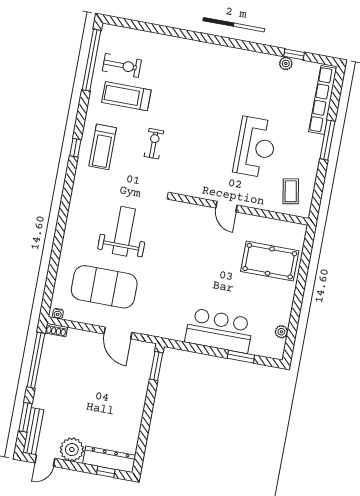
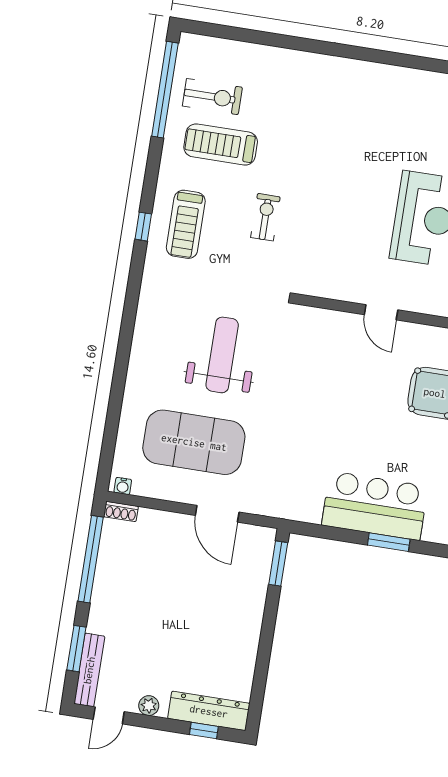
window: (241, 357) -> (389, 542), moved
plant: (72, 450) -> (149, 706), width x0.53, depth x0.53

